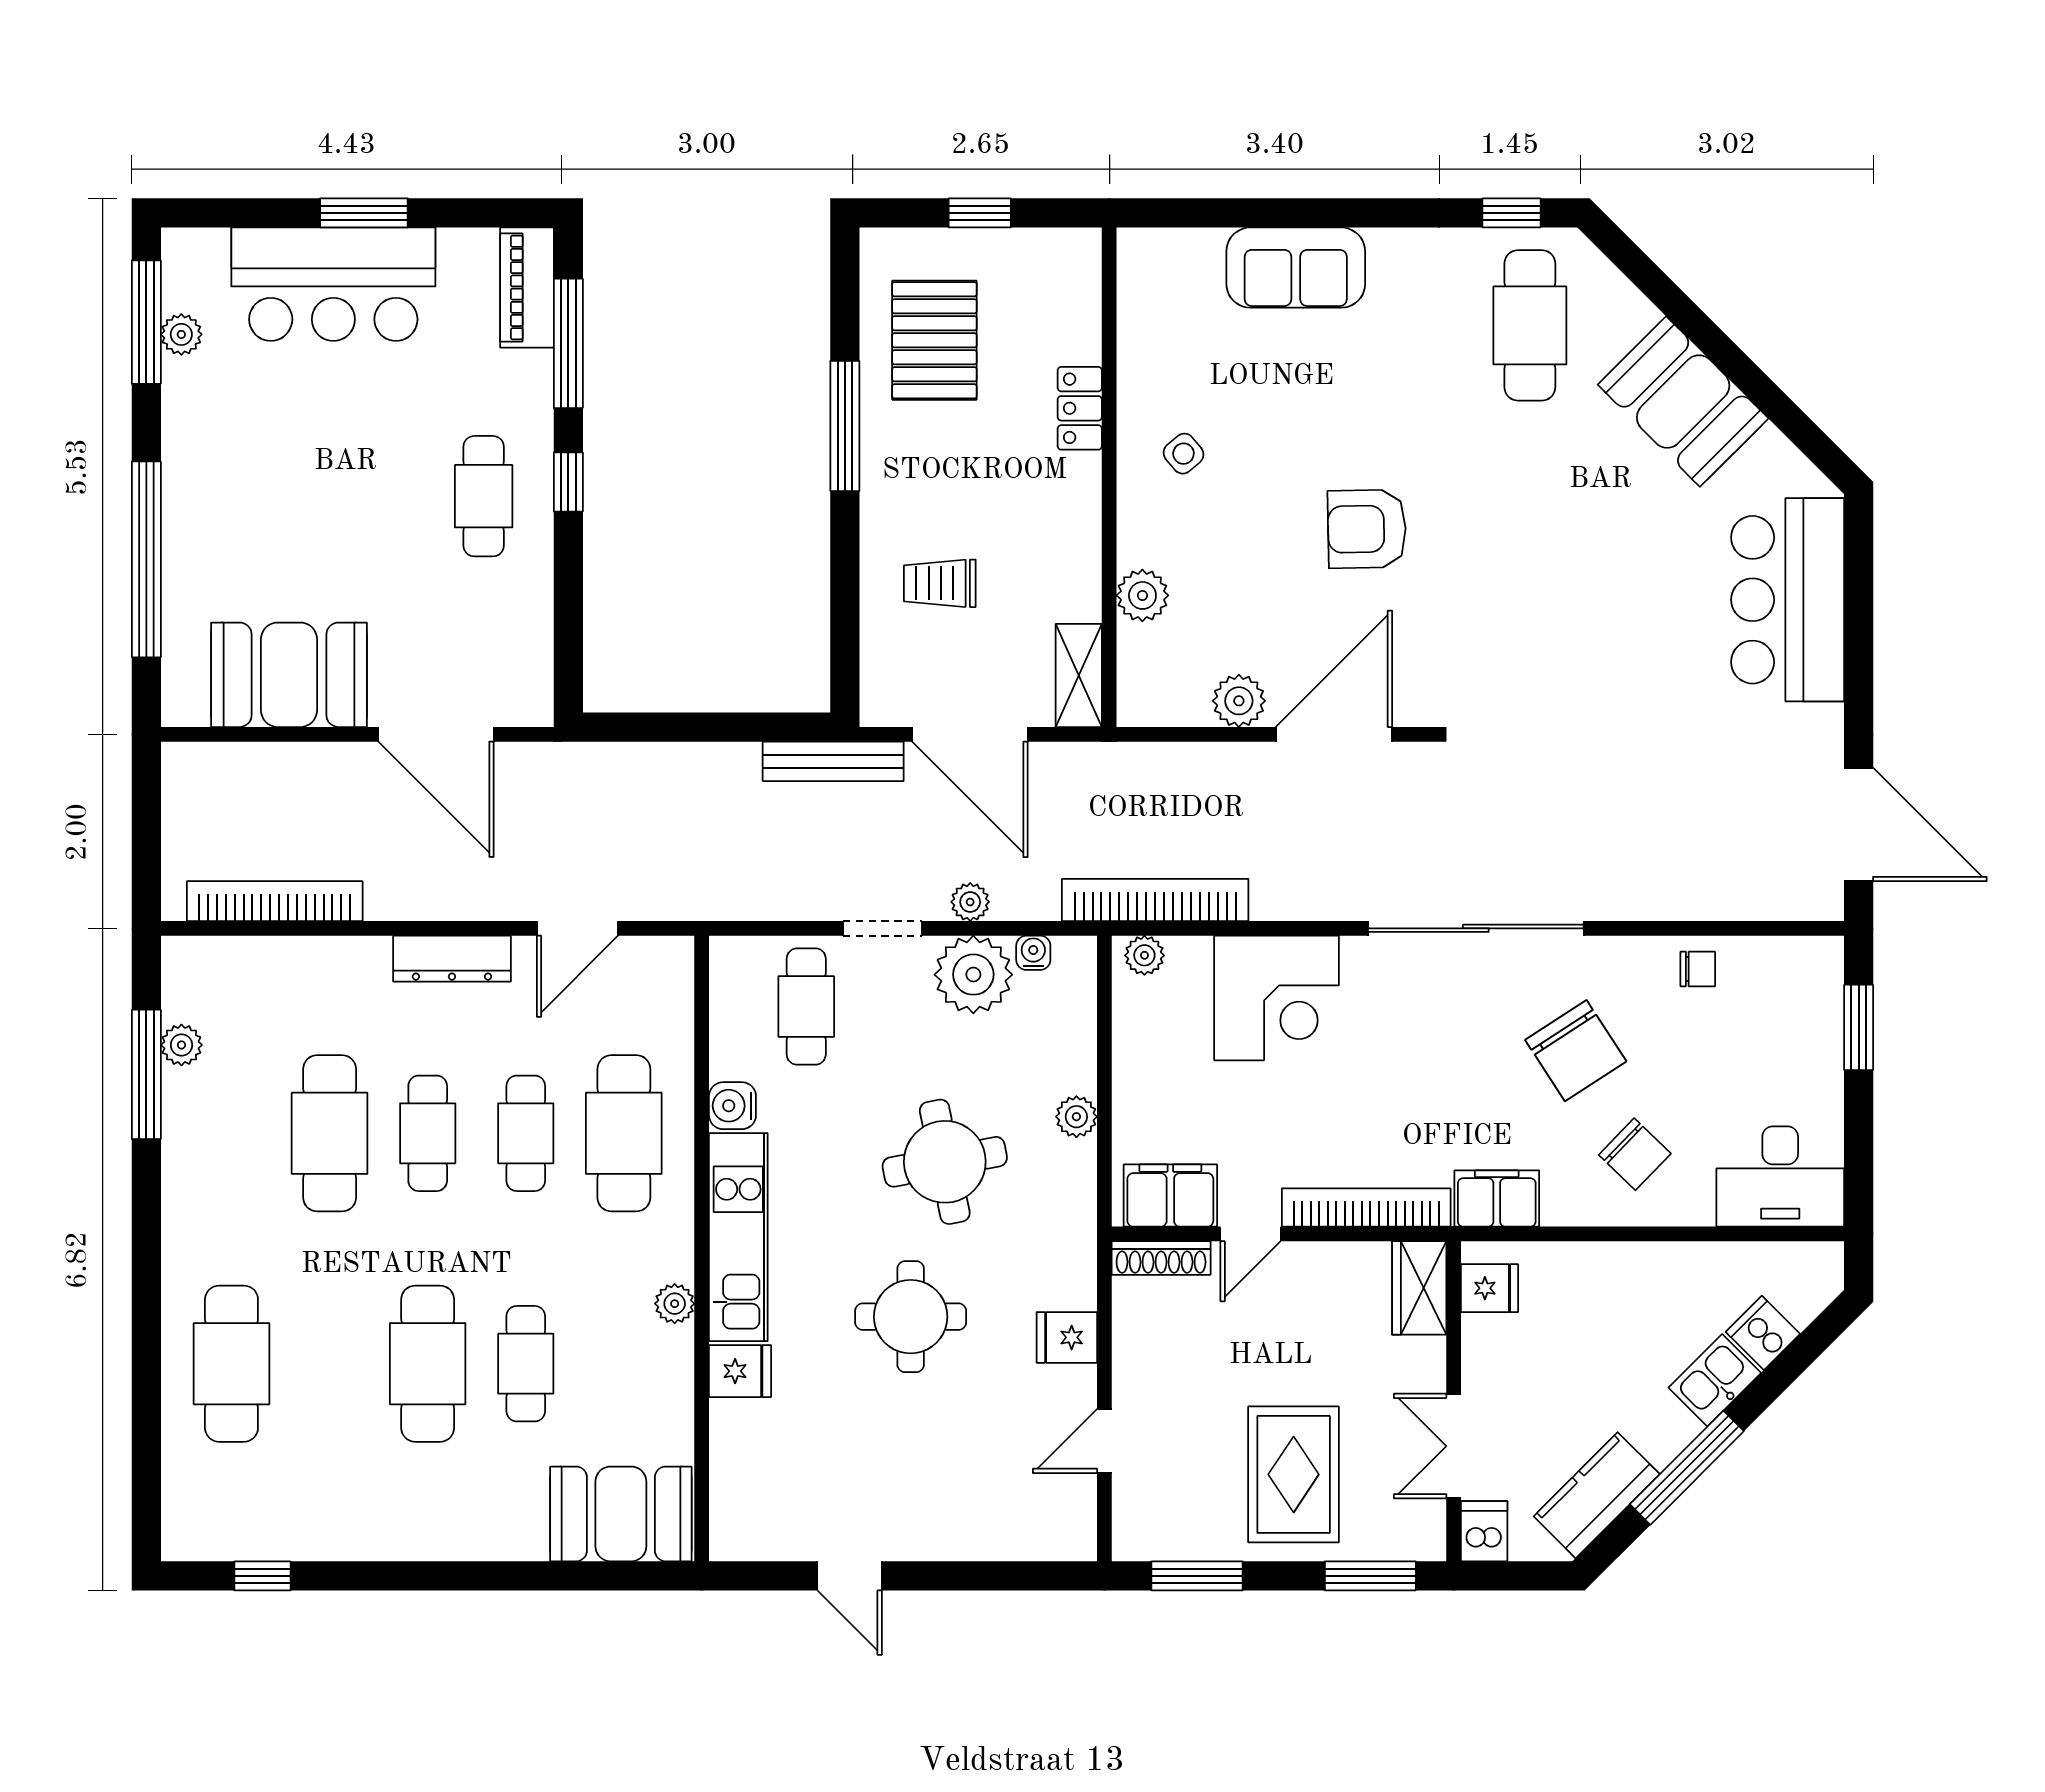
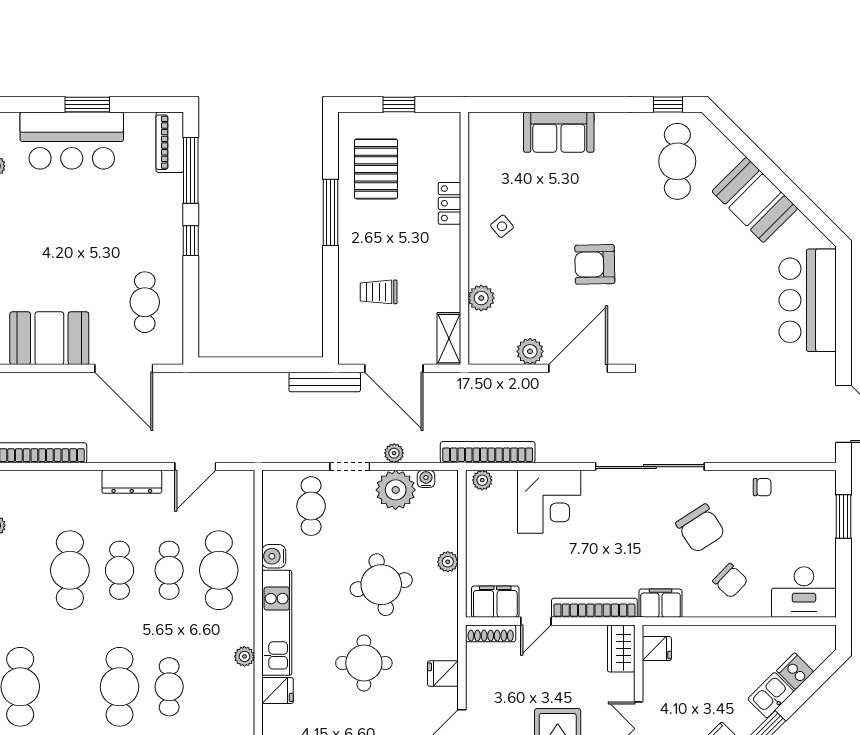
cafe table: (484, 496) -> (145, 302), moved

